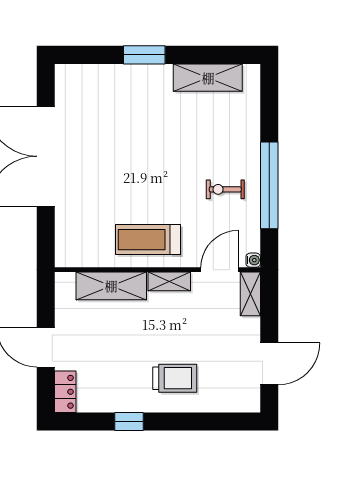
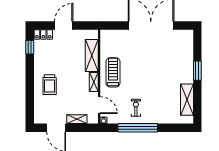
shelving: (250, 294) -> (77, 119), moved
window: (129, 422) -> (30, 47), moved

